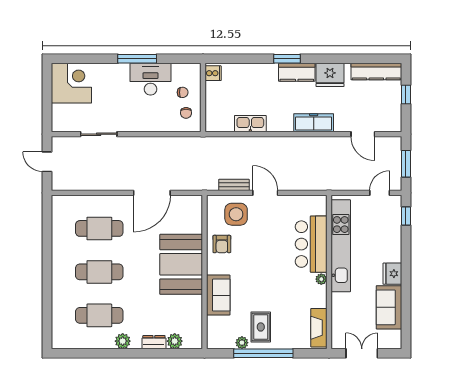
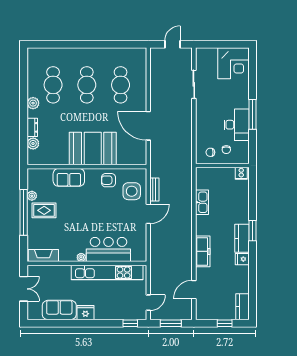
kitchen counter: (376, 72) -> (242, 307), width x0.67
fridge: (330, 75) -> (242, 259), width x0.53, depth x0.75
door: (380, 193) -> (148, 303), hinge flipped

